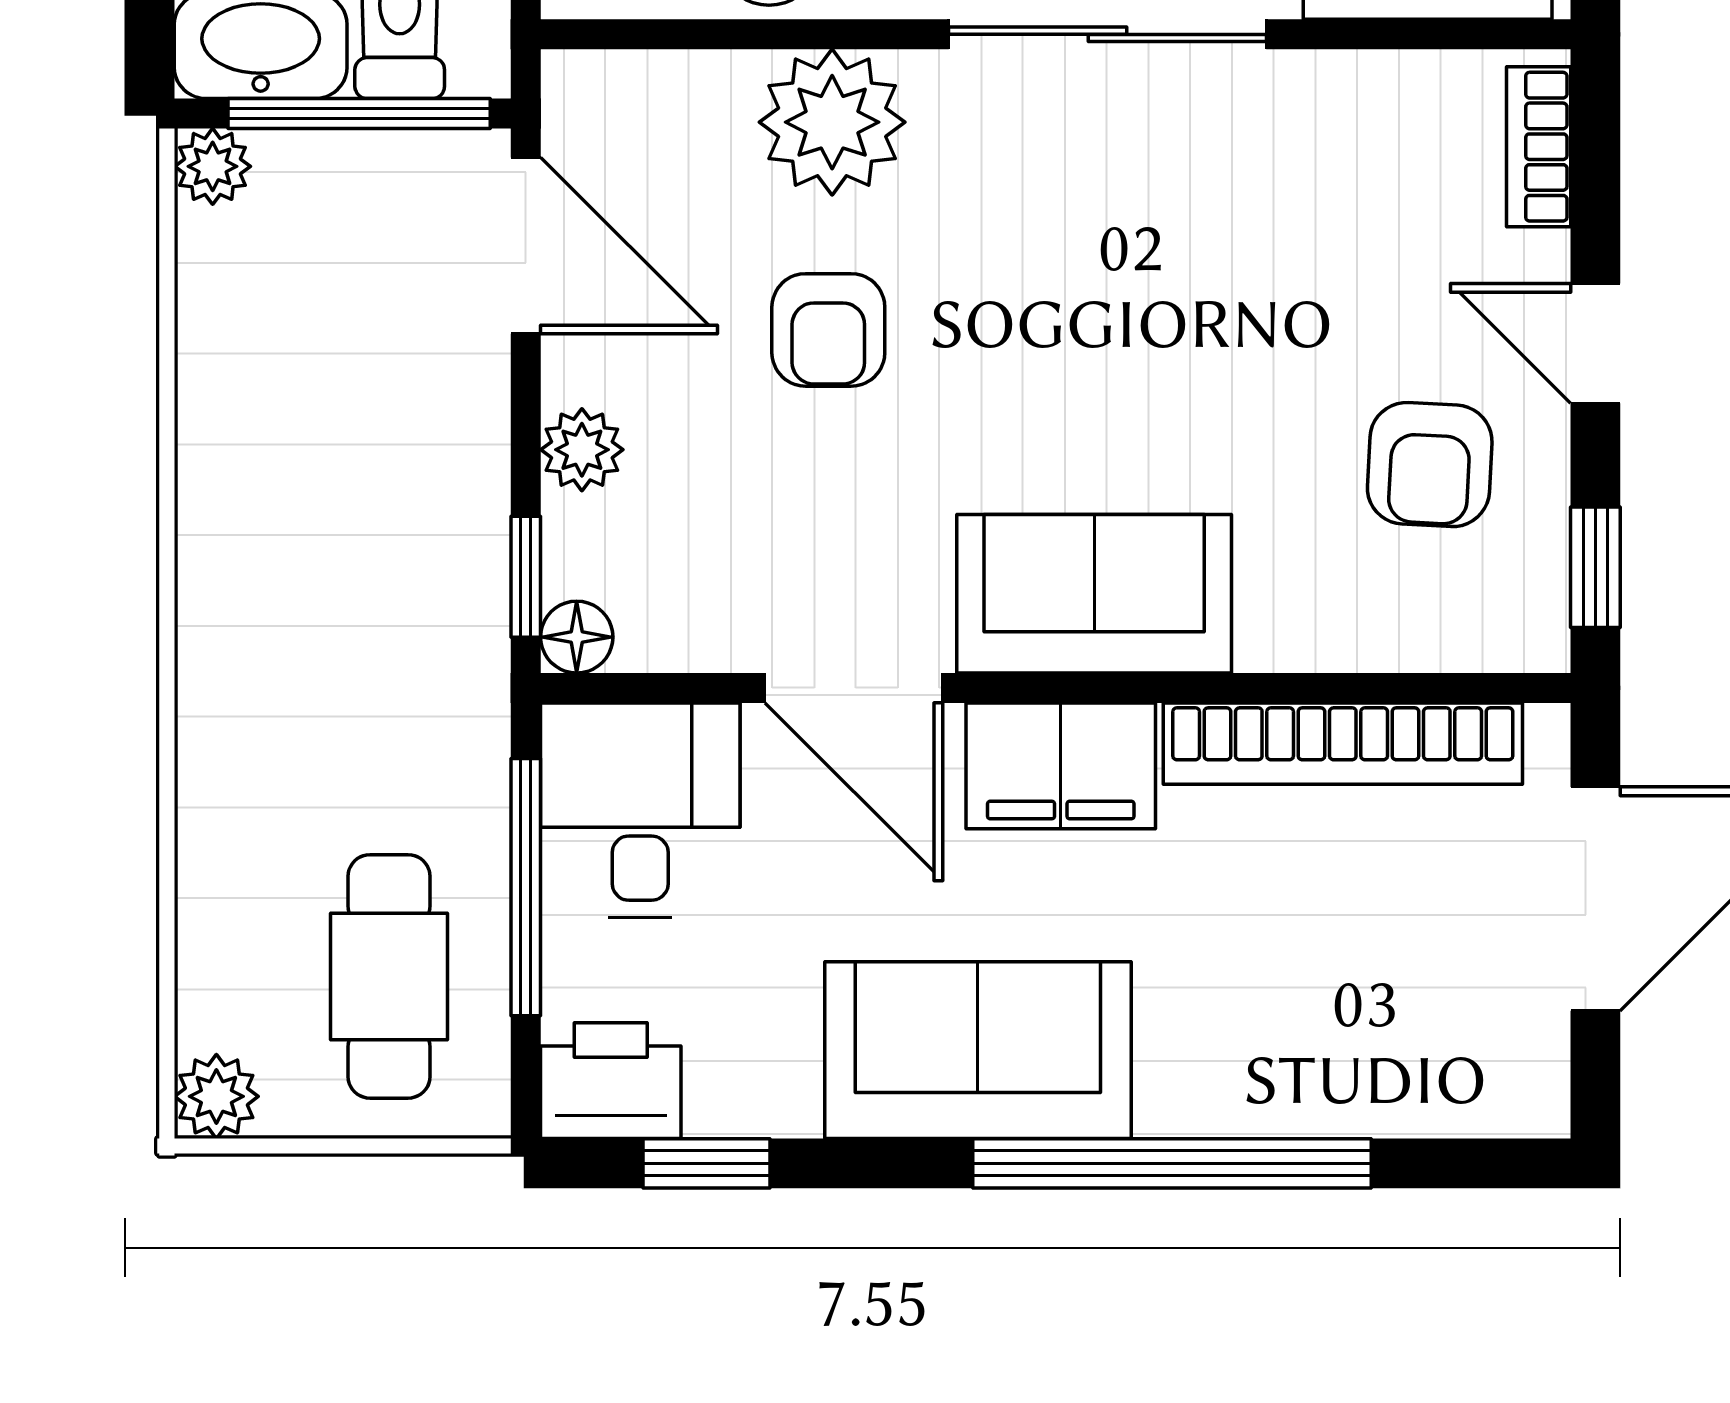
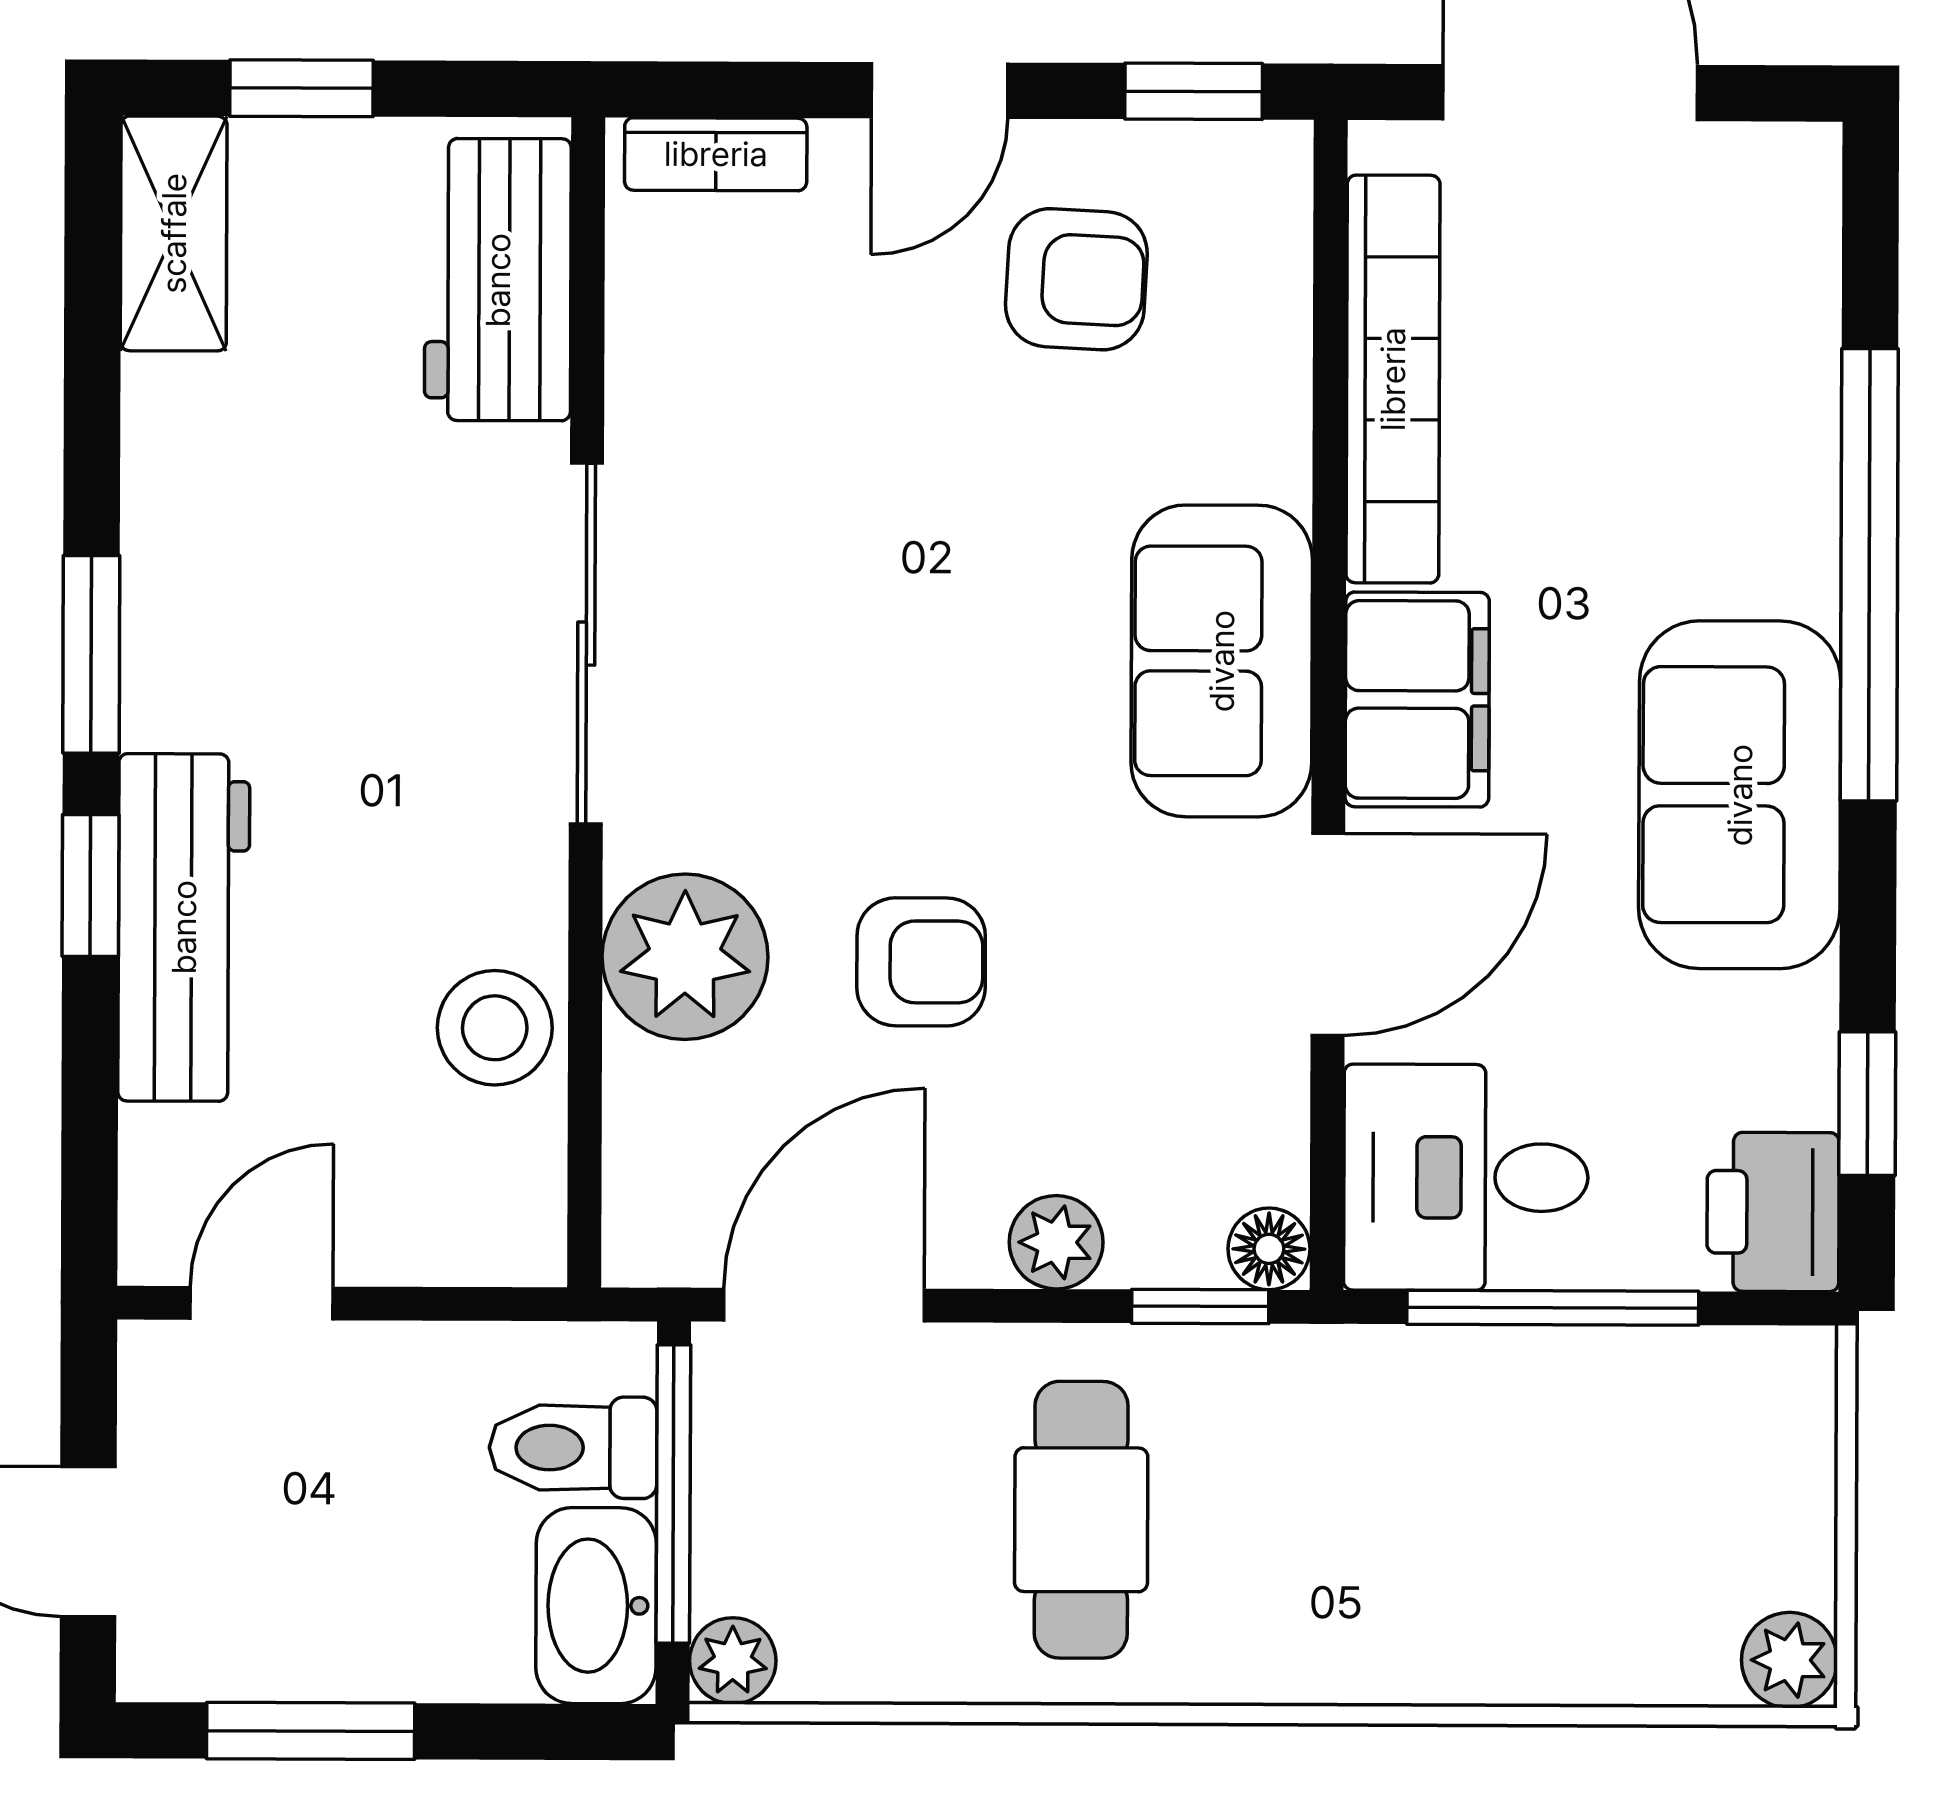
cafe table: (389, 976) -> (1081, 1520), moved, turned 90

